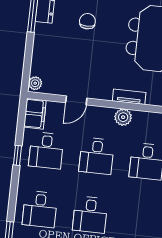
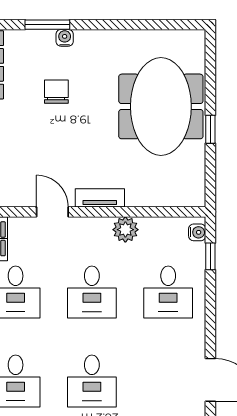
tv unit: (129, 97) -> (100, 198), moved
door: (76, 100) -> (52, 212), swing flipped

